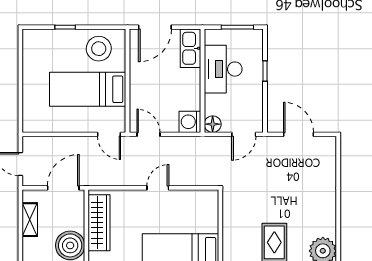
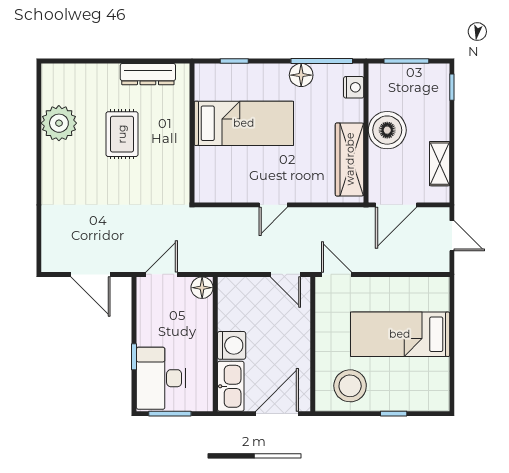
desk: (223, 69) -> (161, 378), moved, turned 180
bed: (88, 89) -> (400, 334), moved, turned 180
washing machine: (190, 122) -> (232, 345), moved

